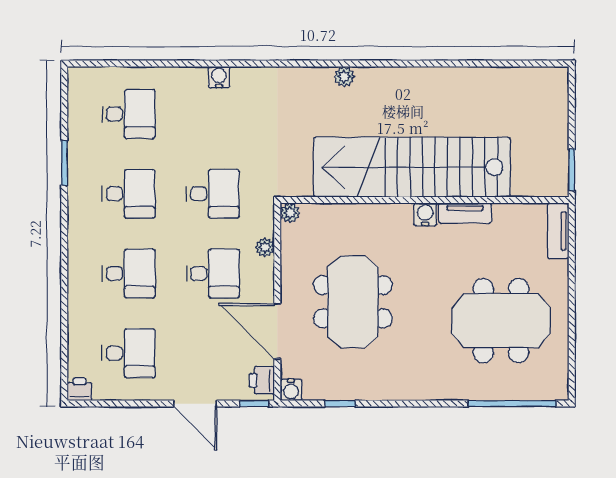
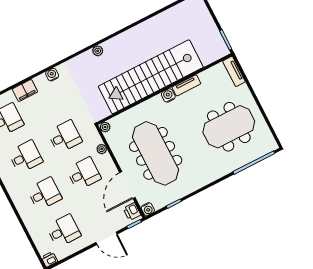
water cooler: (219, 77) -> (52, 75), moved
filing cabinet: (186, 80) -> (25, 90), added
meeting table: (353, 302) -> (156, 153), width x1.36
door: (277, 331) -> (127, 185), hinge flipped

